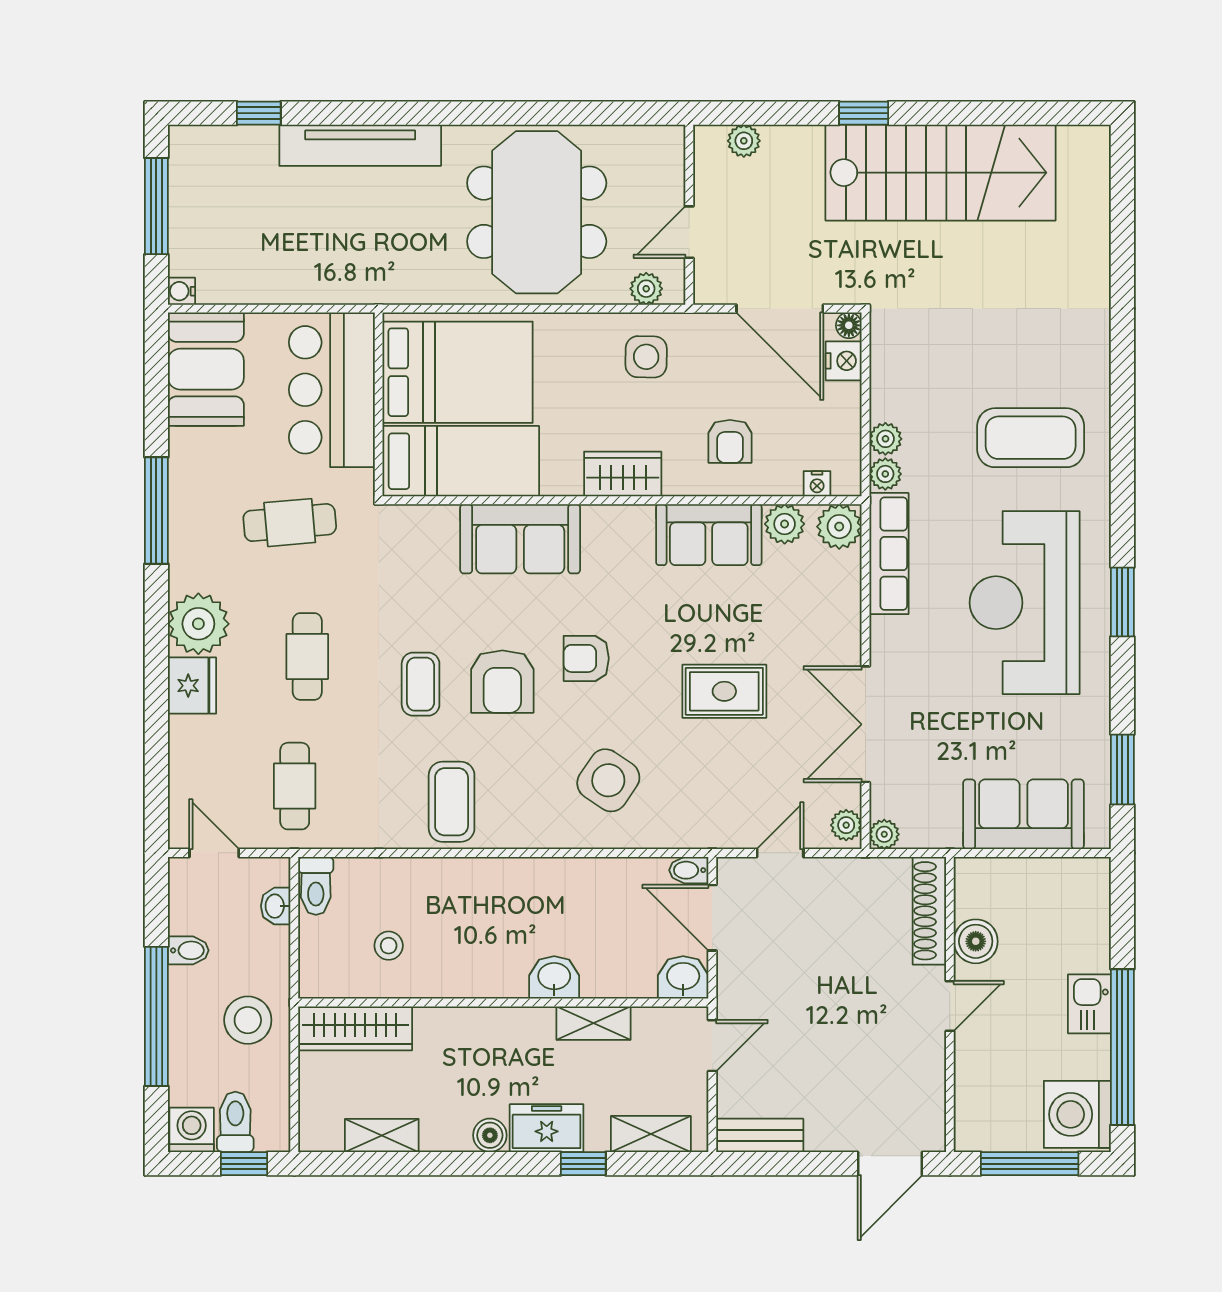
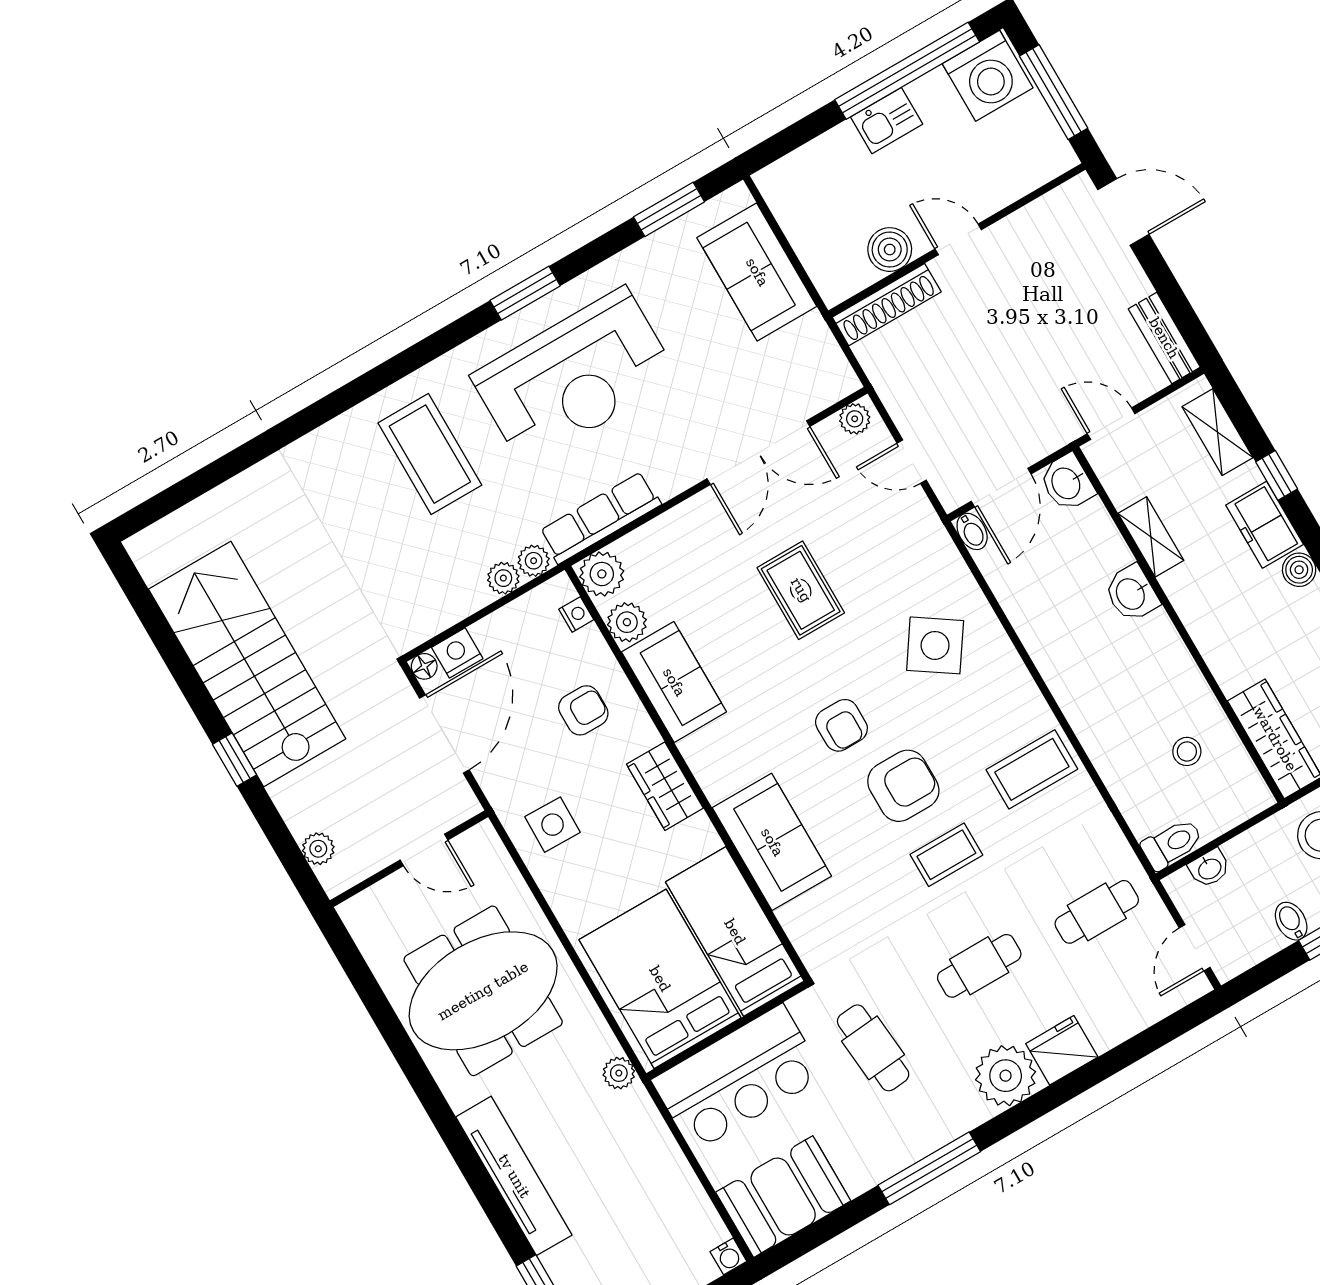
plant: (646, 289) -> (619, 1073), moved
plant: (884, 834) -> (844, 382), removed

